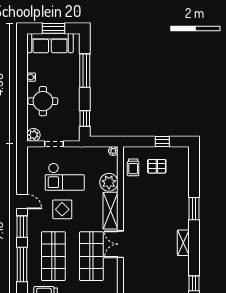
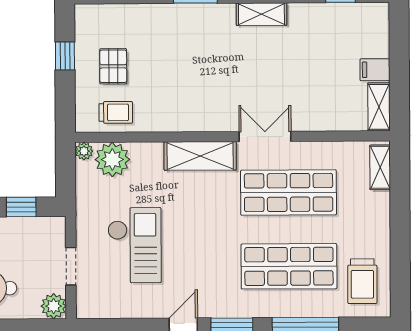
plant: (109, 182) -> (112, 159), moved
display table: (62, 209) -> (198, 250), removed
double door: (120, 244) -> (265, 136), swing flipped

